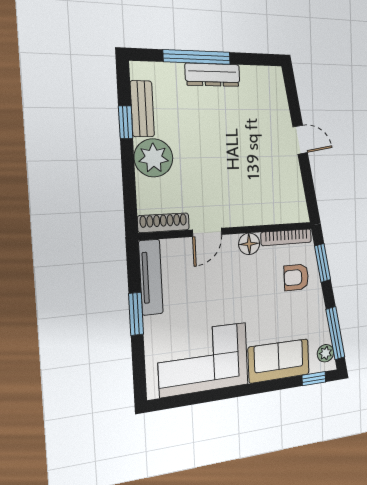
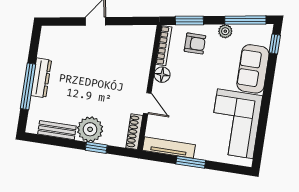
window: (126, 122) -> (96, 148), moved
armchair: (296, 277) -> (195, 43), turned -90
plant: (325, 353) -> (225, 31), moved

